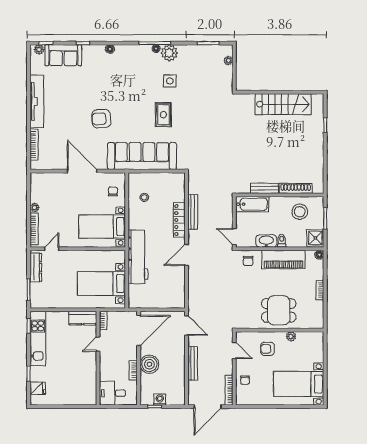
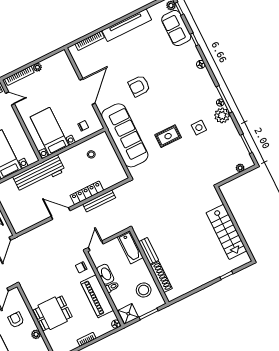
armchair: (101, 119) -> (139, 86), turned -86
dining table: (279, 310) -> (53, 313), turned 90

